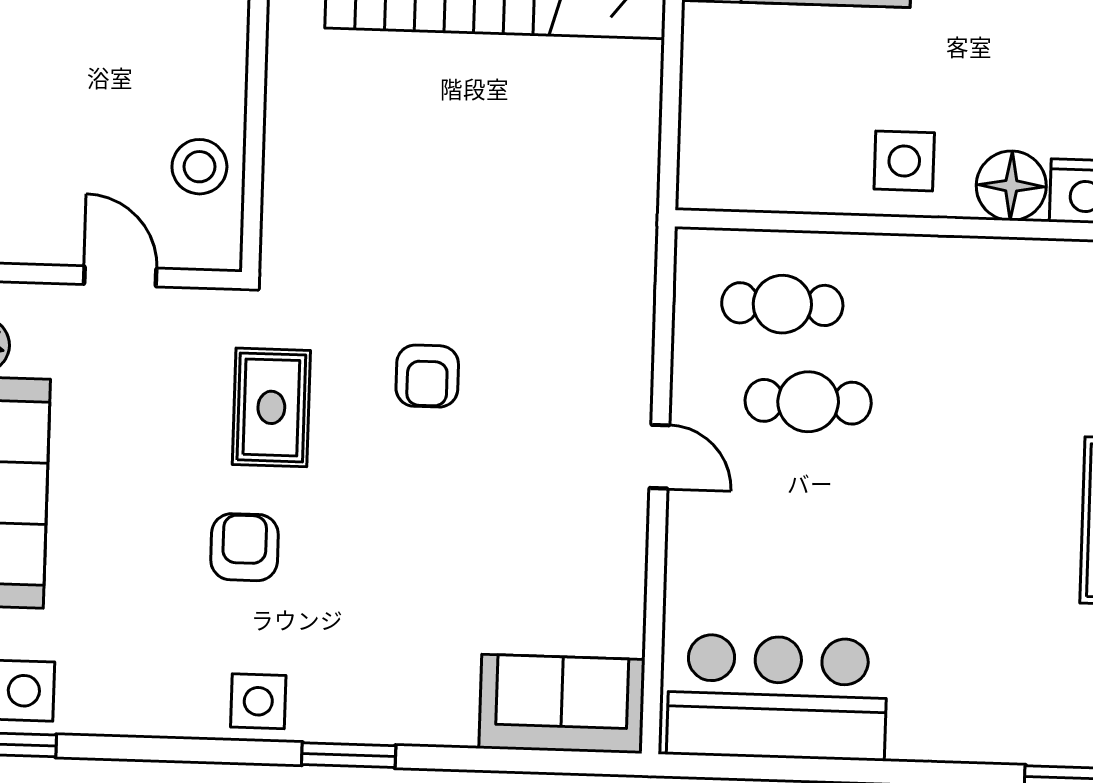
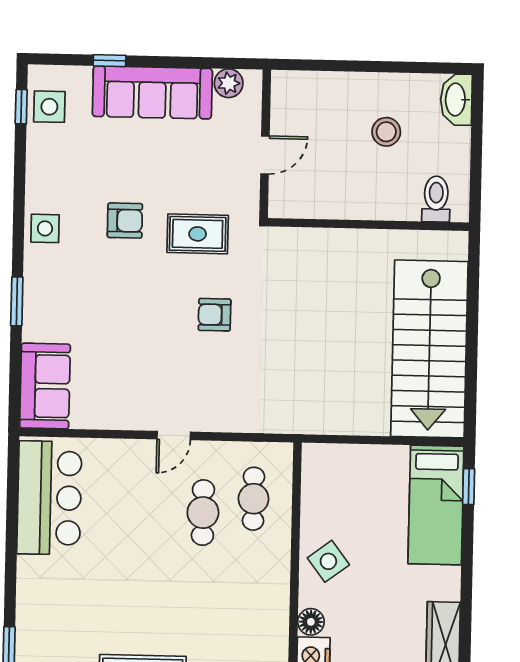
side table: (904, 161) -> (328, 561), turned -37
stool: (199, 167) -> (386, 132), moved
floor lamp: (1011, 186) -> (311, 622), width x0.73, depth x0.73
window: (349, 755) -> (17, 301), moved

